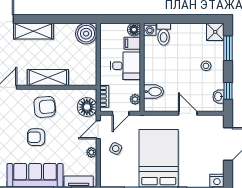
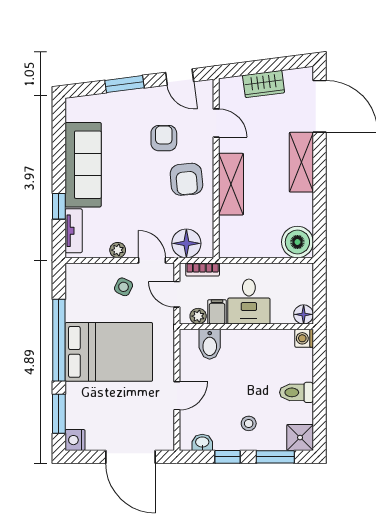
toilet: (164, 34) -> (296, 392), moved
filing cabinet: (132, 43) -> (217, 312), moved
window: (228, 91) -> (227, 457), moved
armchair: (36, 137) -> (164, 138), moved

